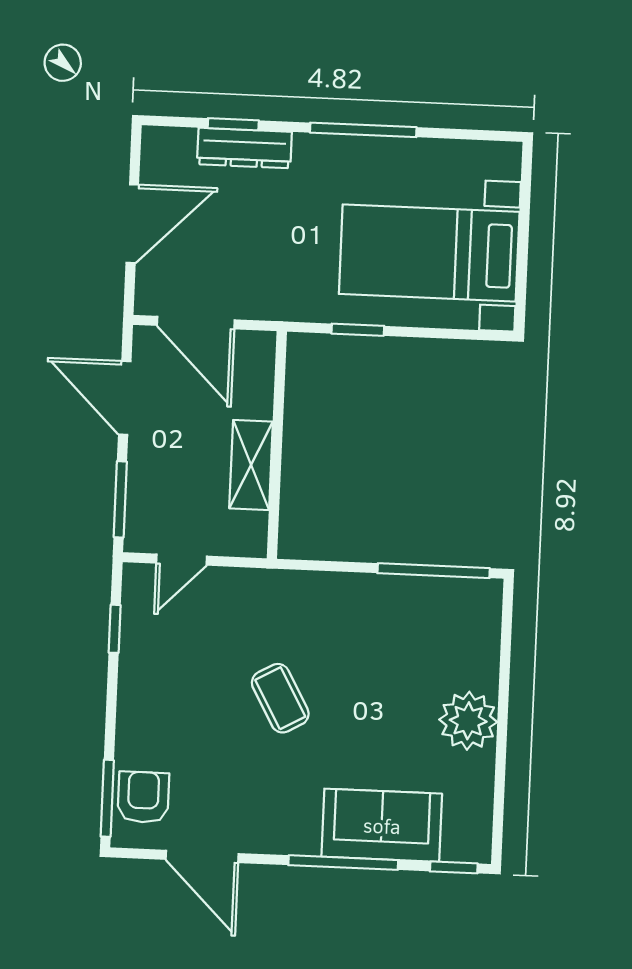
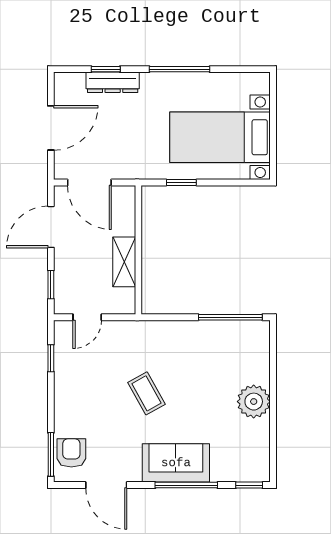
door: (125, 398) -> (51, 227), hinge flipped
window: (120, 499) -> (51, 285), width x0.67
sofa: (382, 825) -> (176, 463), moved

